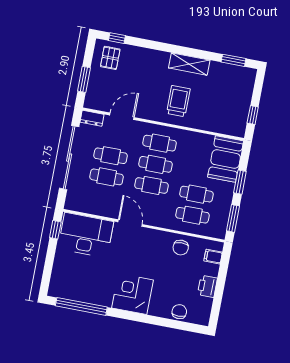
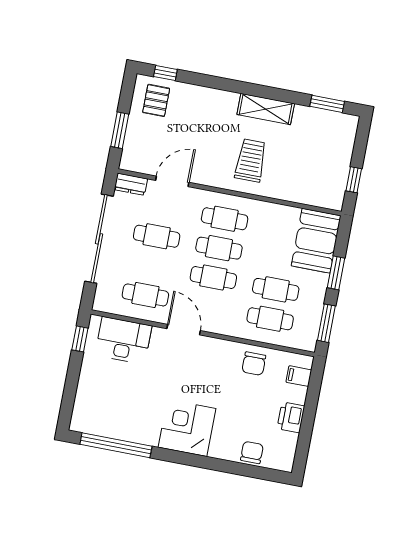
cafe table: (107, 177) -> (145, 295), moved
desk: (86, 235) -> (123, 340), width x0.73, depth x0.77

